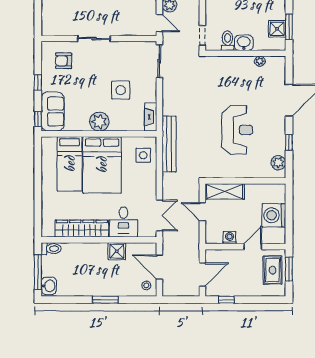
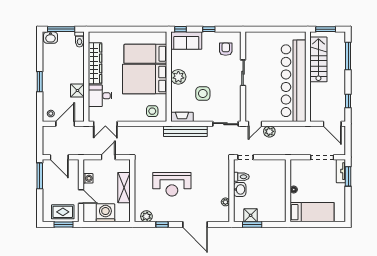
bench: (169, 144) -> (185, 131), moved
shelving: (225, 191) -> (124, 188), moved
window: (226, 300) -> (40, 176), width x2.17

